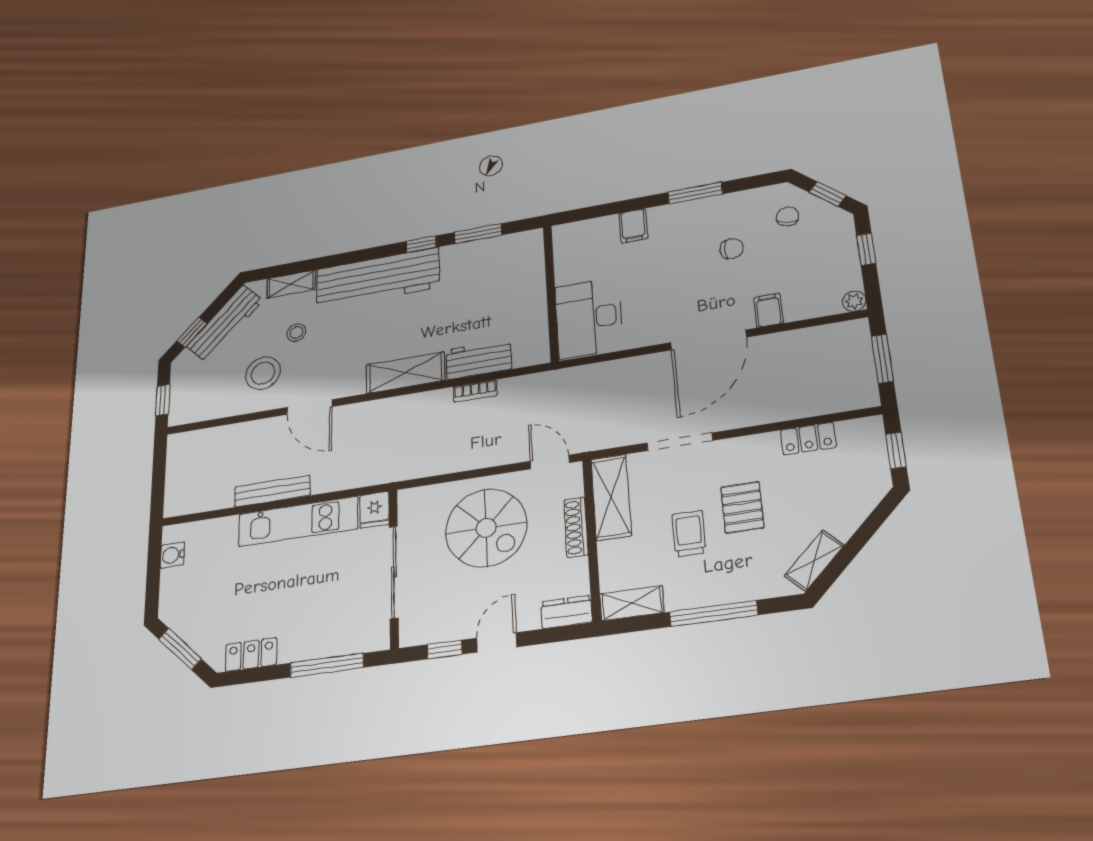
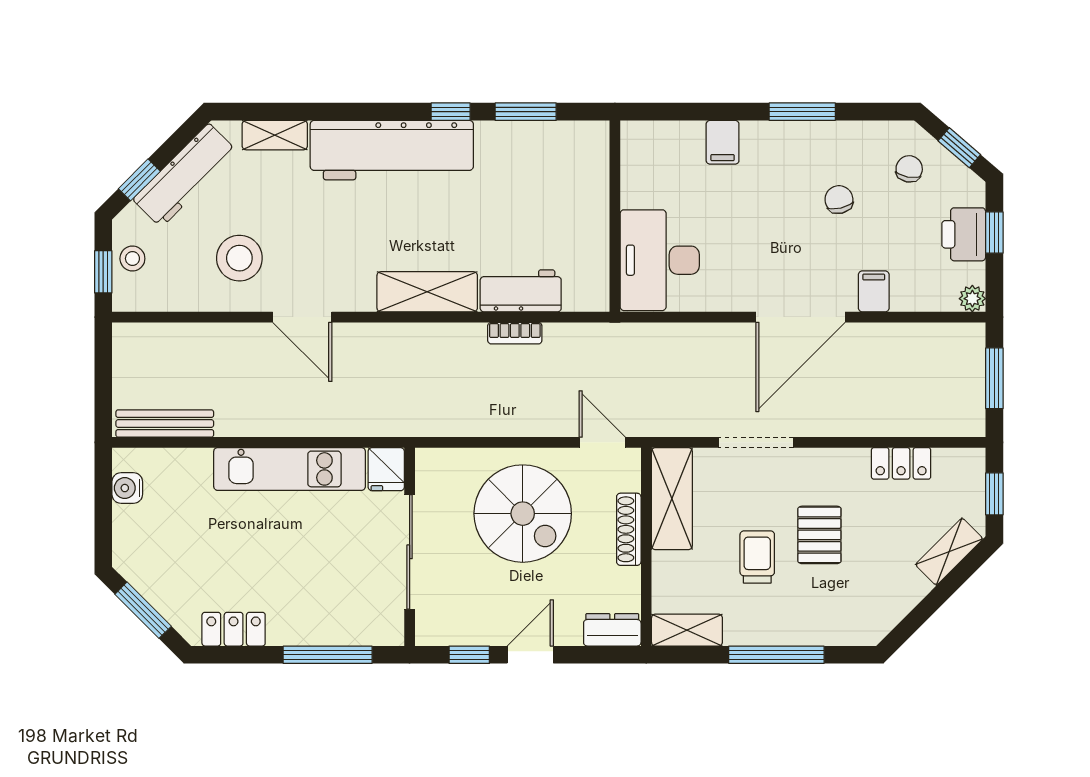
chair: (732, 249) -> (839, 200), turned -103
printer: (840, 255) -> (964, 234), added
stool: (296, 332) -> (132, 259), moved
bench: (272, 491) -> (165, 423), moved
shelving: (814, 560) -> (949, 552), moved

